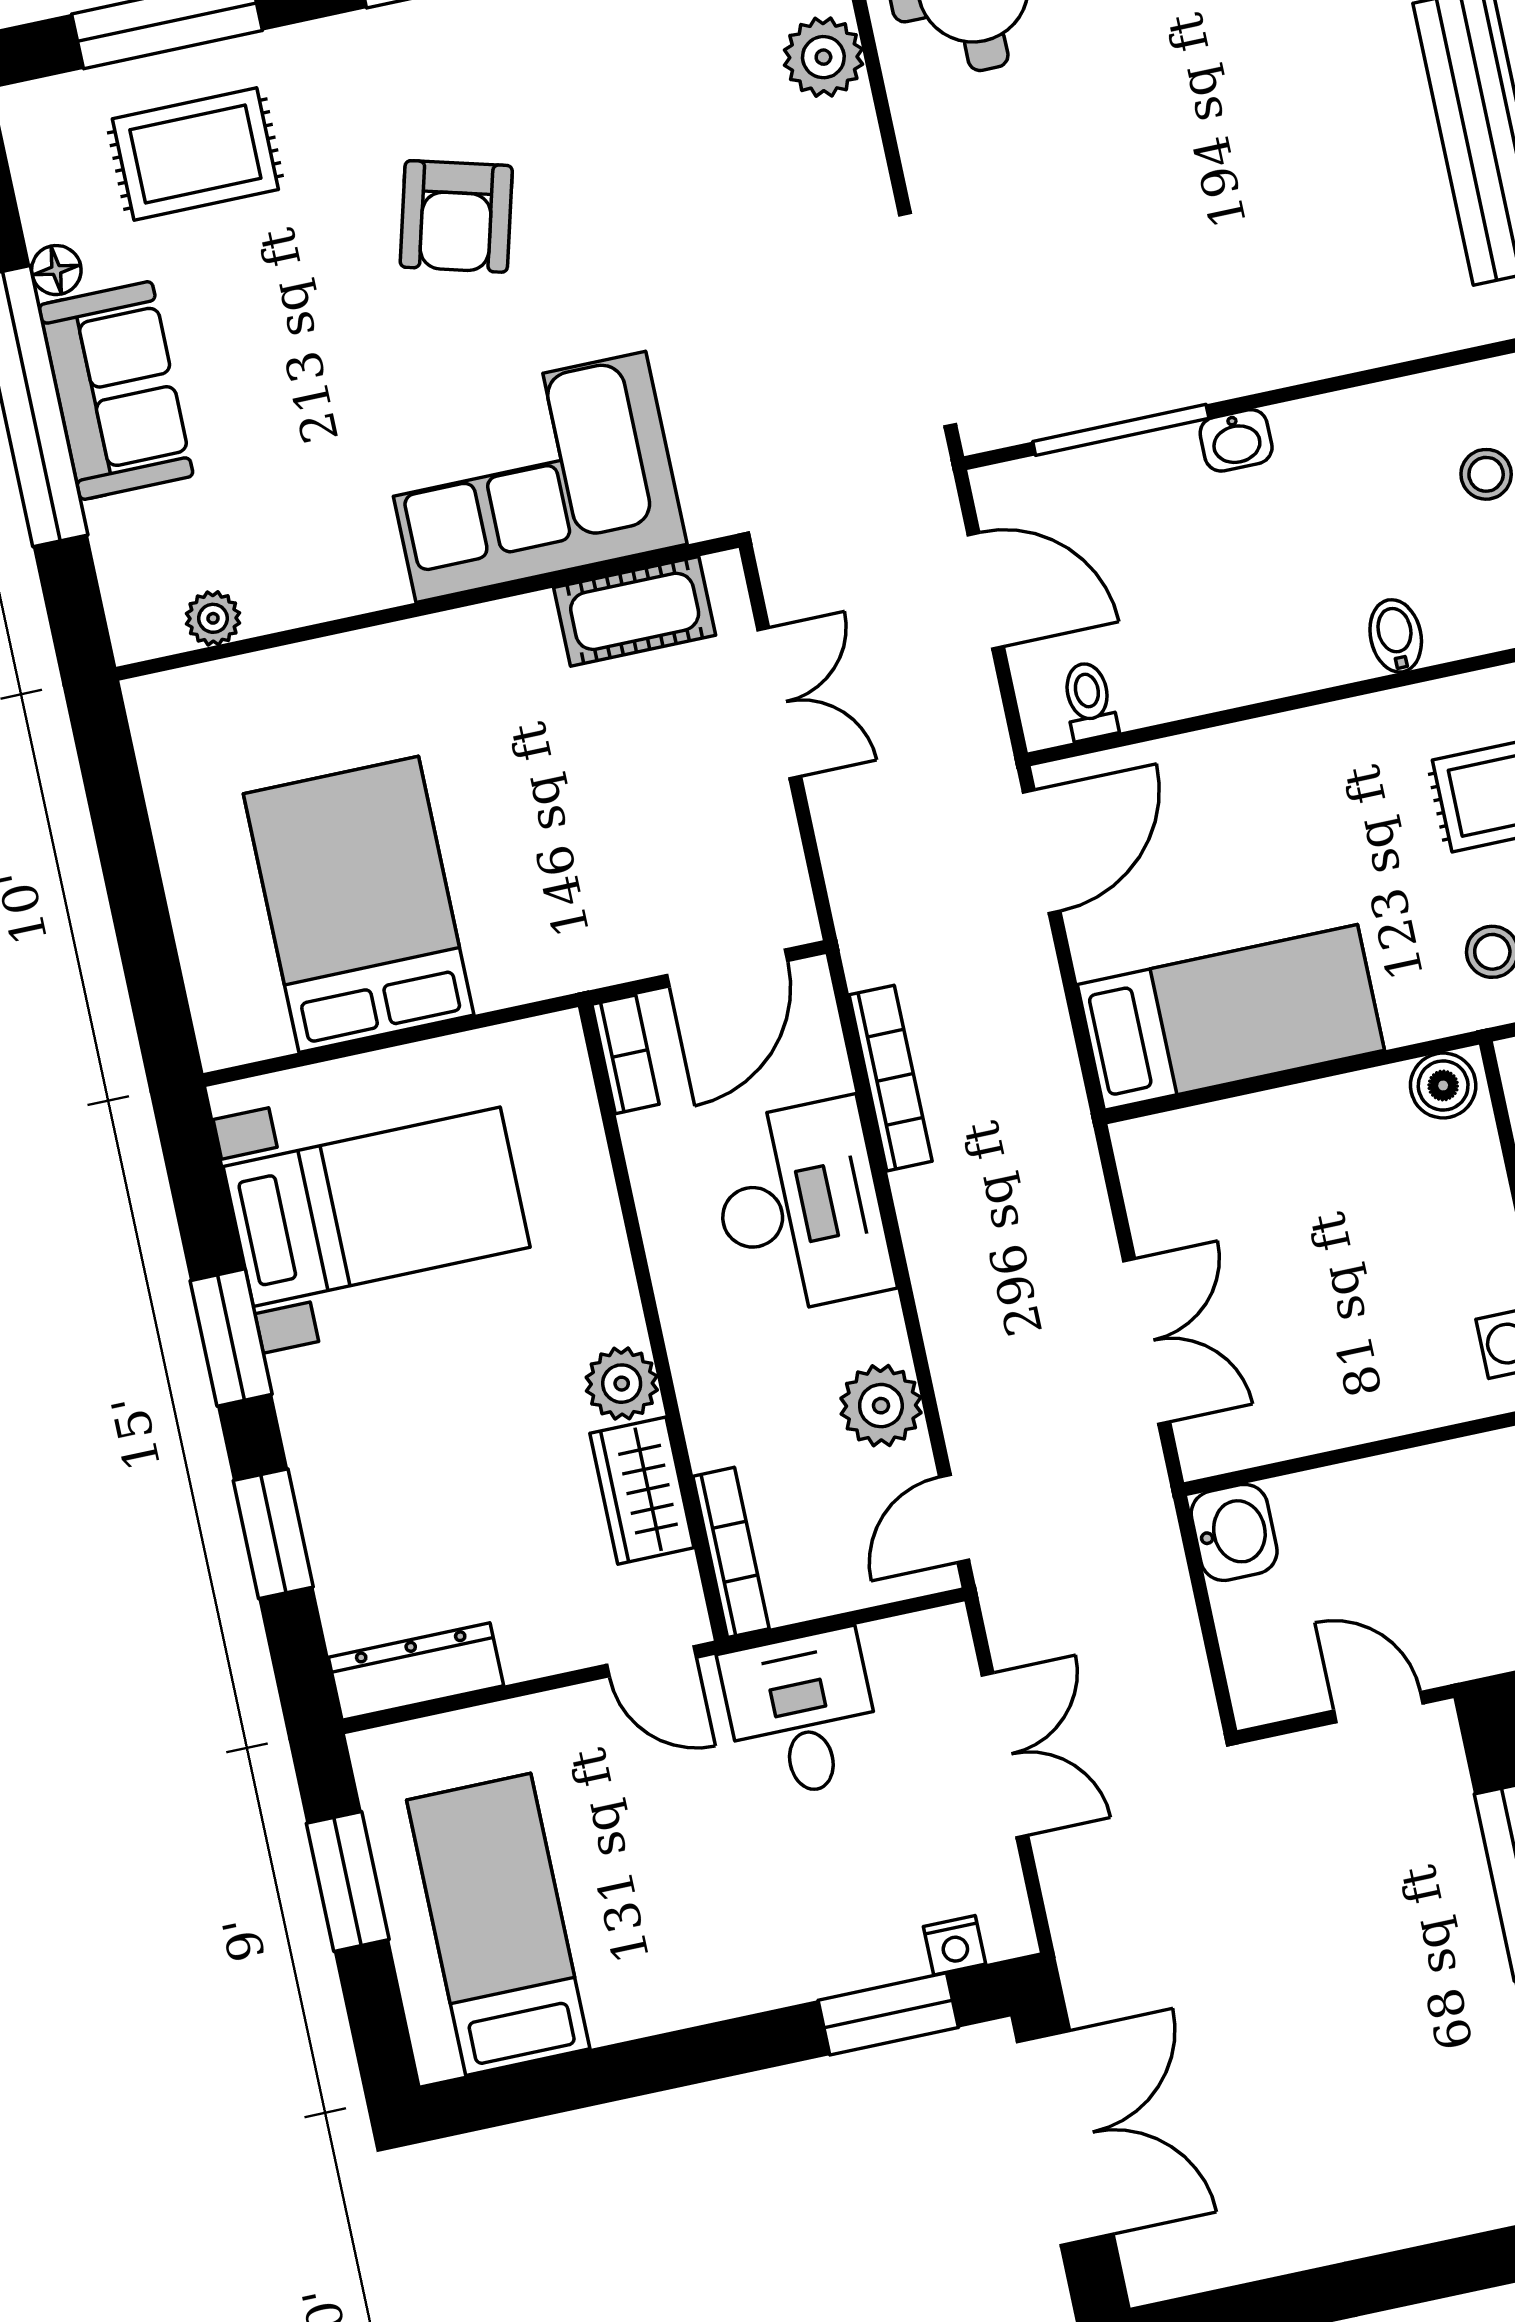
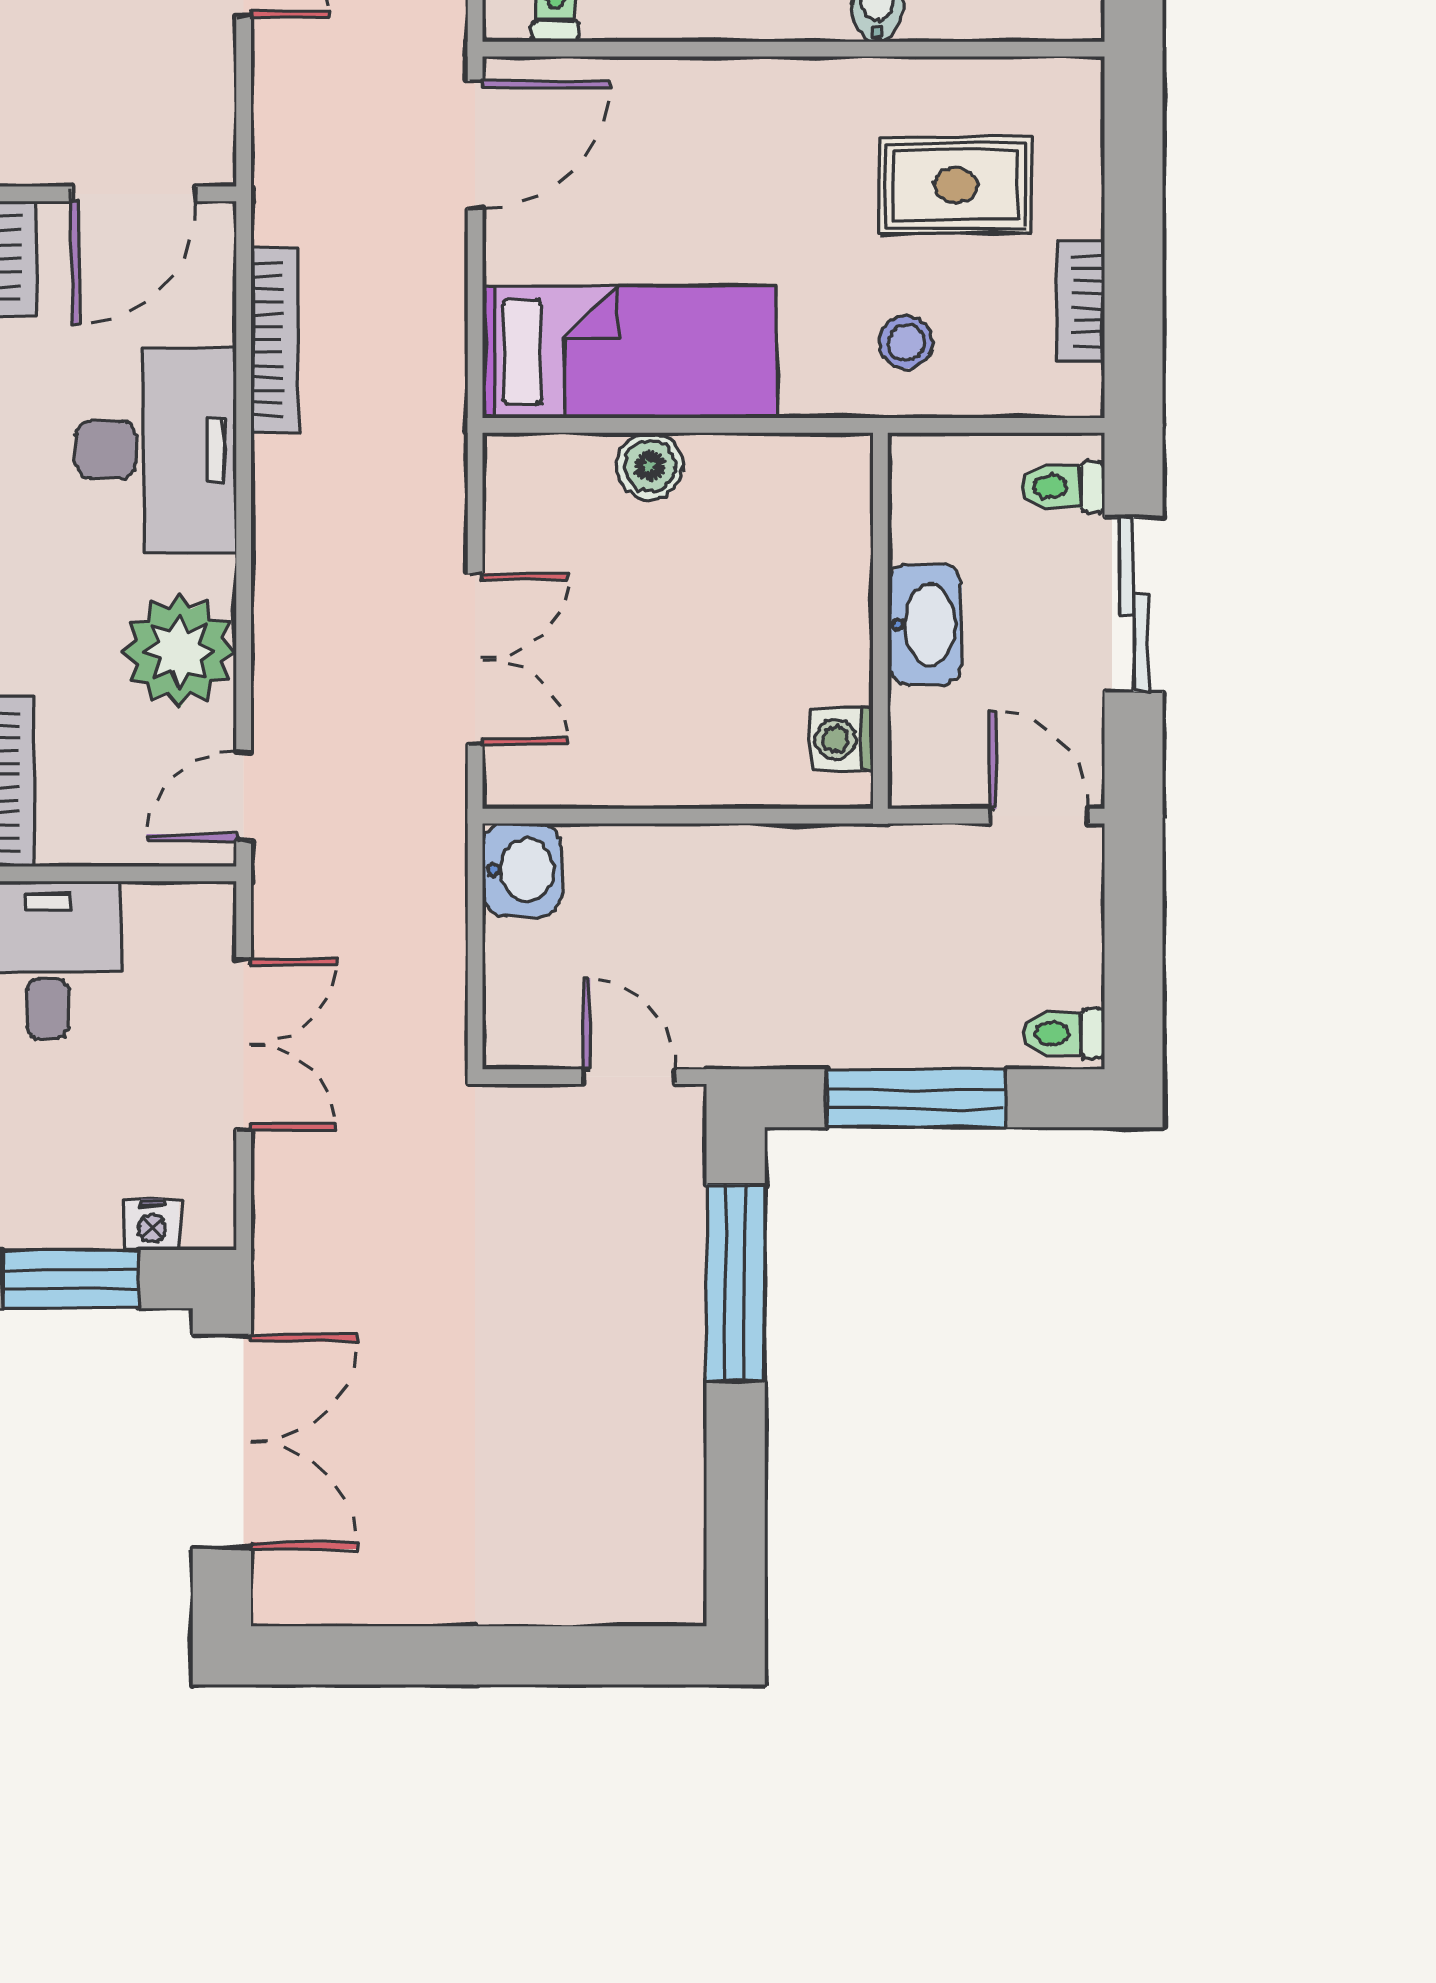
boiler: (1443, 1085) -> (650, 466), moved
plant: (881, 1406) -> (179, 651), width x1.36, depth x1.36

